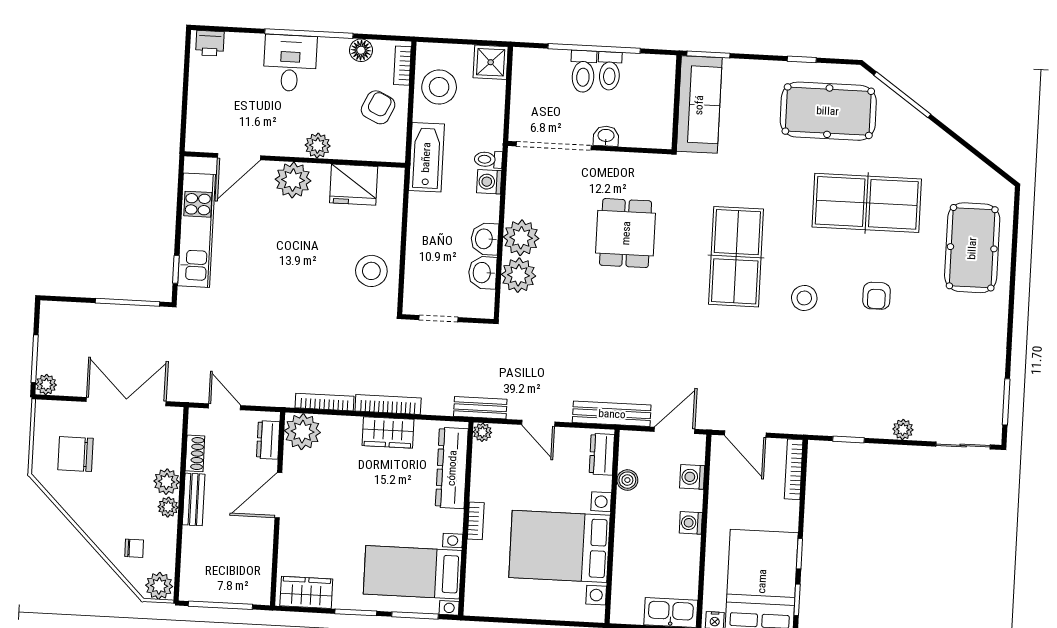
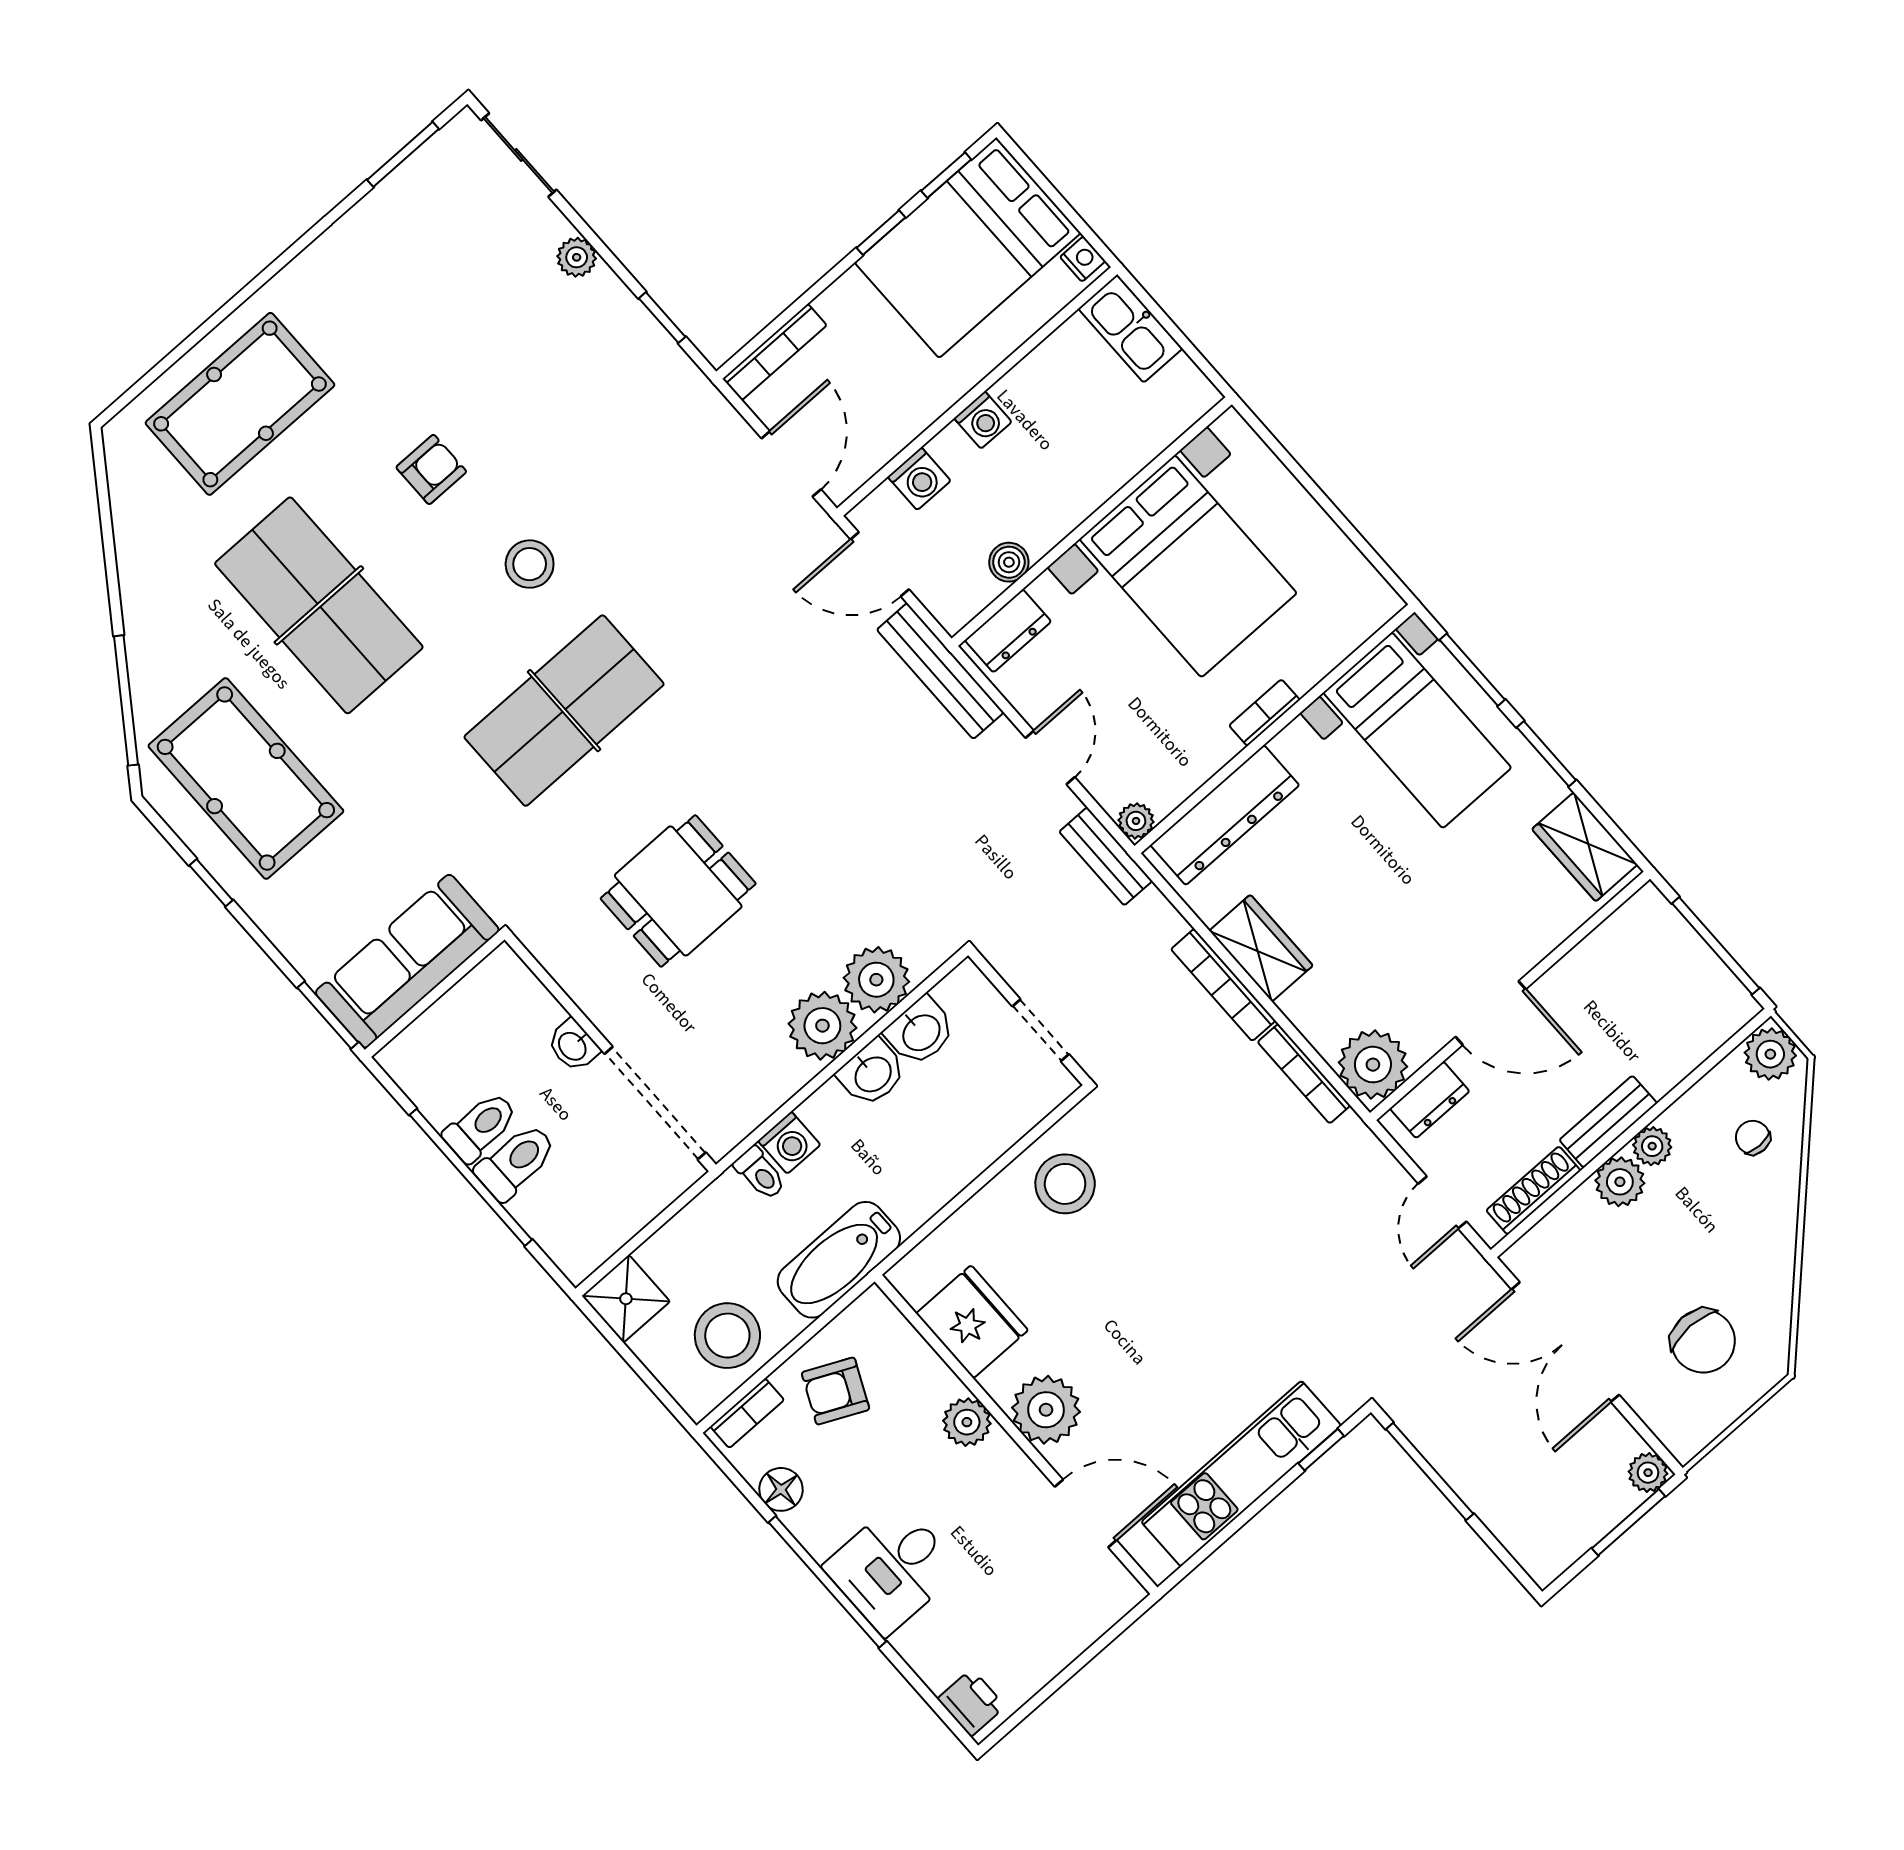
shoe rack: (195, 453) -> (1533, 1191), width x1.43

